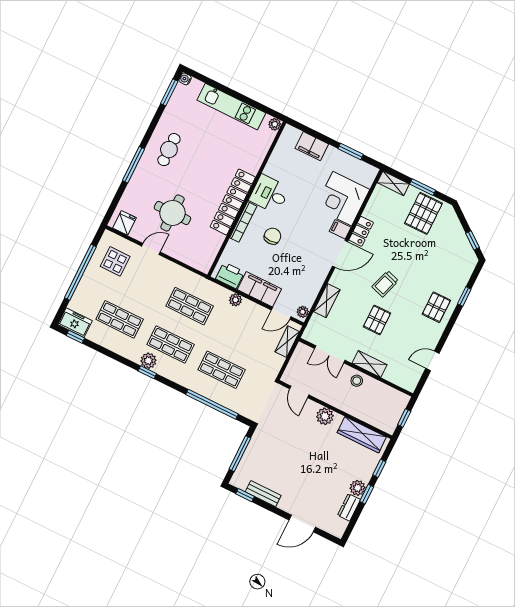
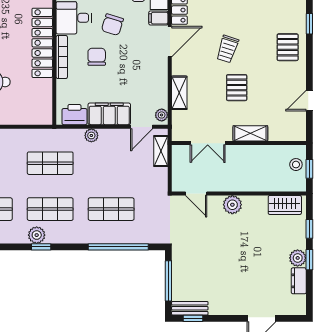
chair: (299, 216) -> (112, 25), added
stool: (357, 381) -> (296, 165), moved
wardrobe: (362, 435) -> (285, 205), width x0.67
bench: (263, 494) -> (190, 308), moved

